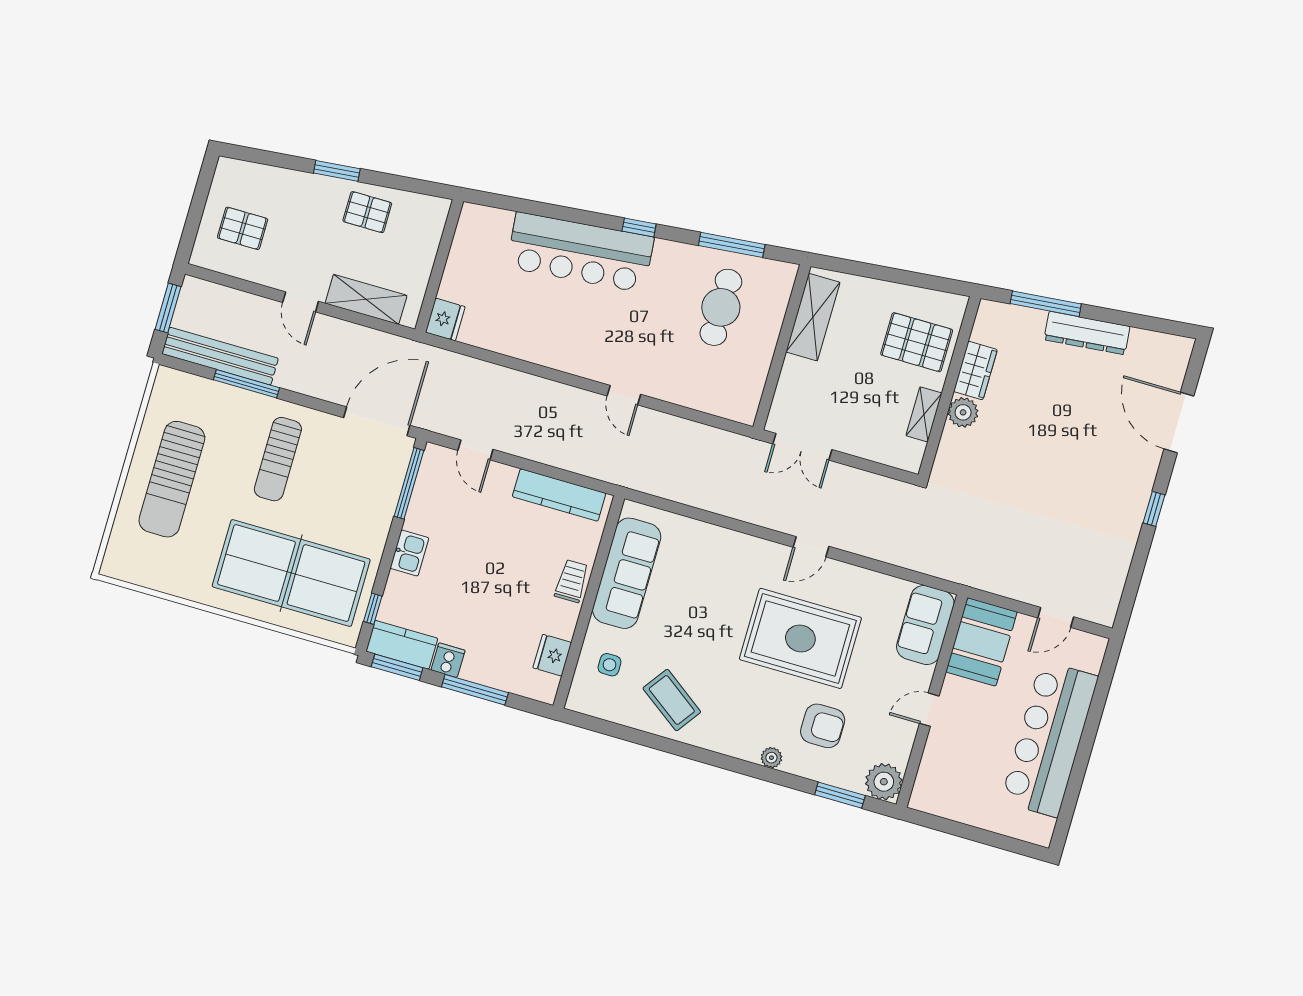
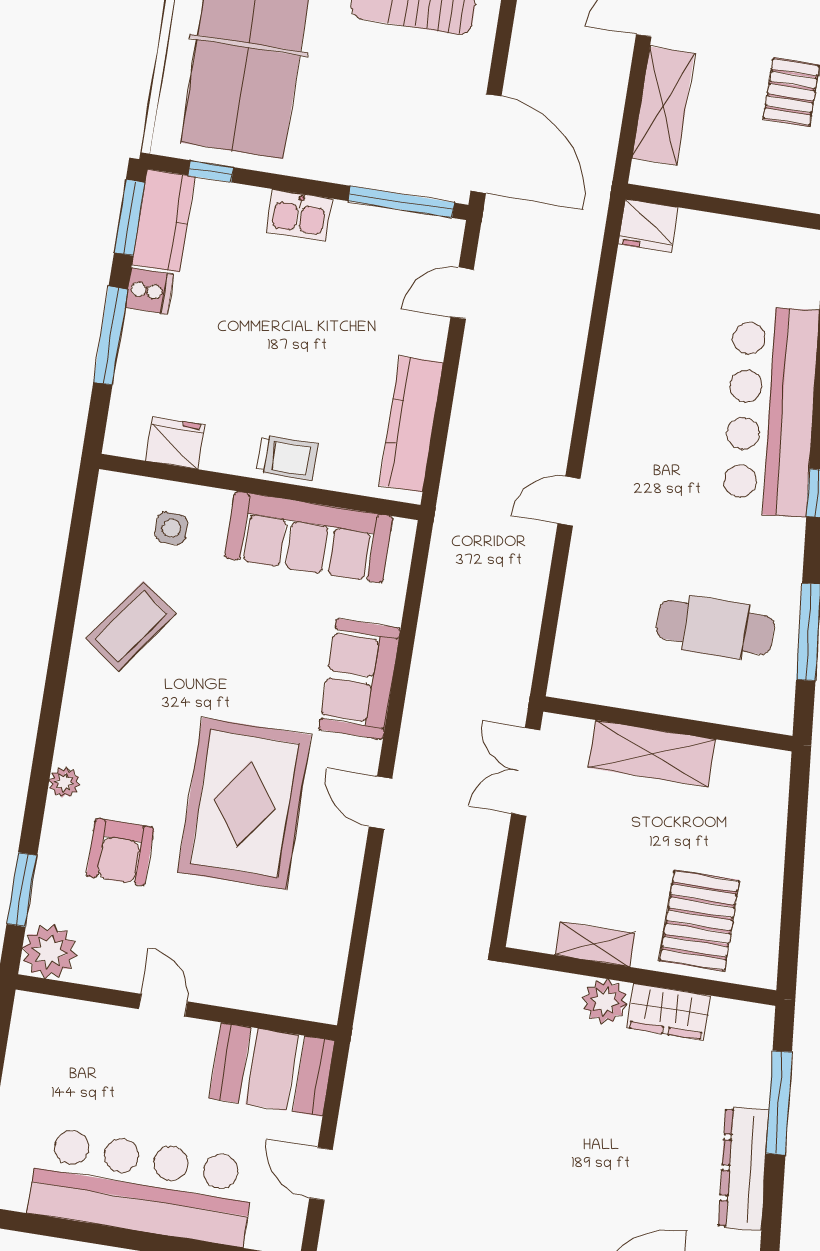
shelving: (813, 317) -> (652, 754), moved
sofa: (925, 625) -> (360, 679), moved, turned -90

